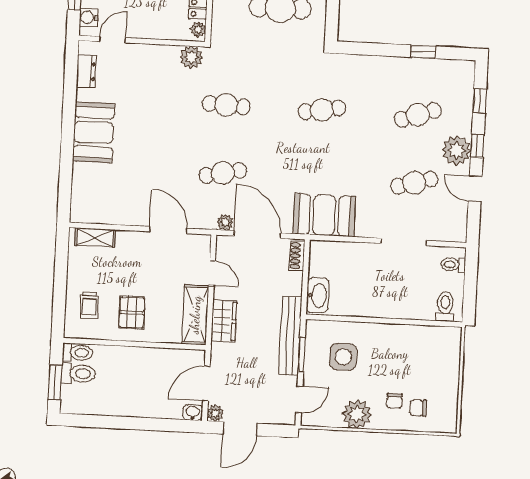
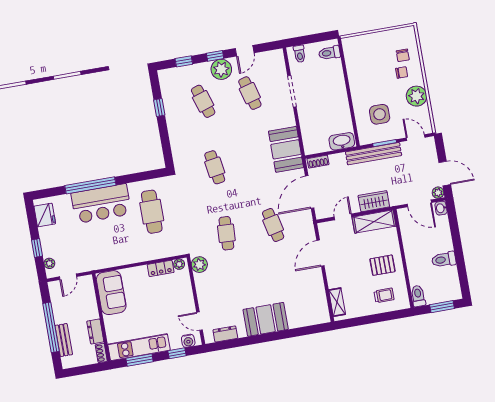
plant: (225, 222) -> (306, 216), removed
toilet: (78, 373) -> (444, 260), moved, turned -90

